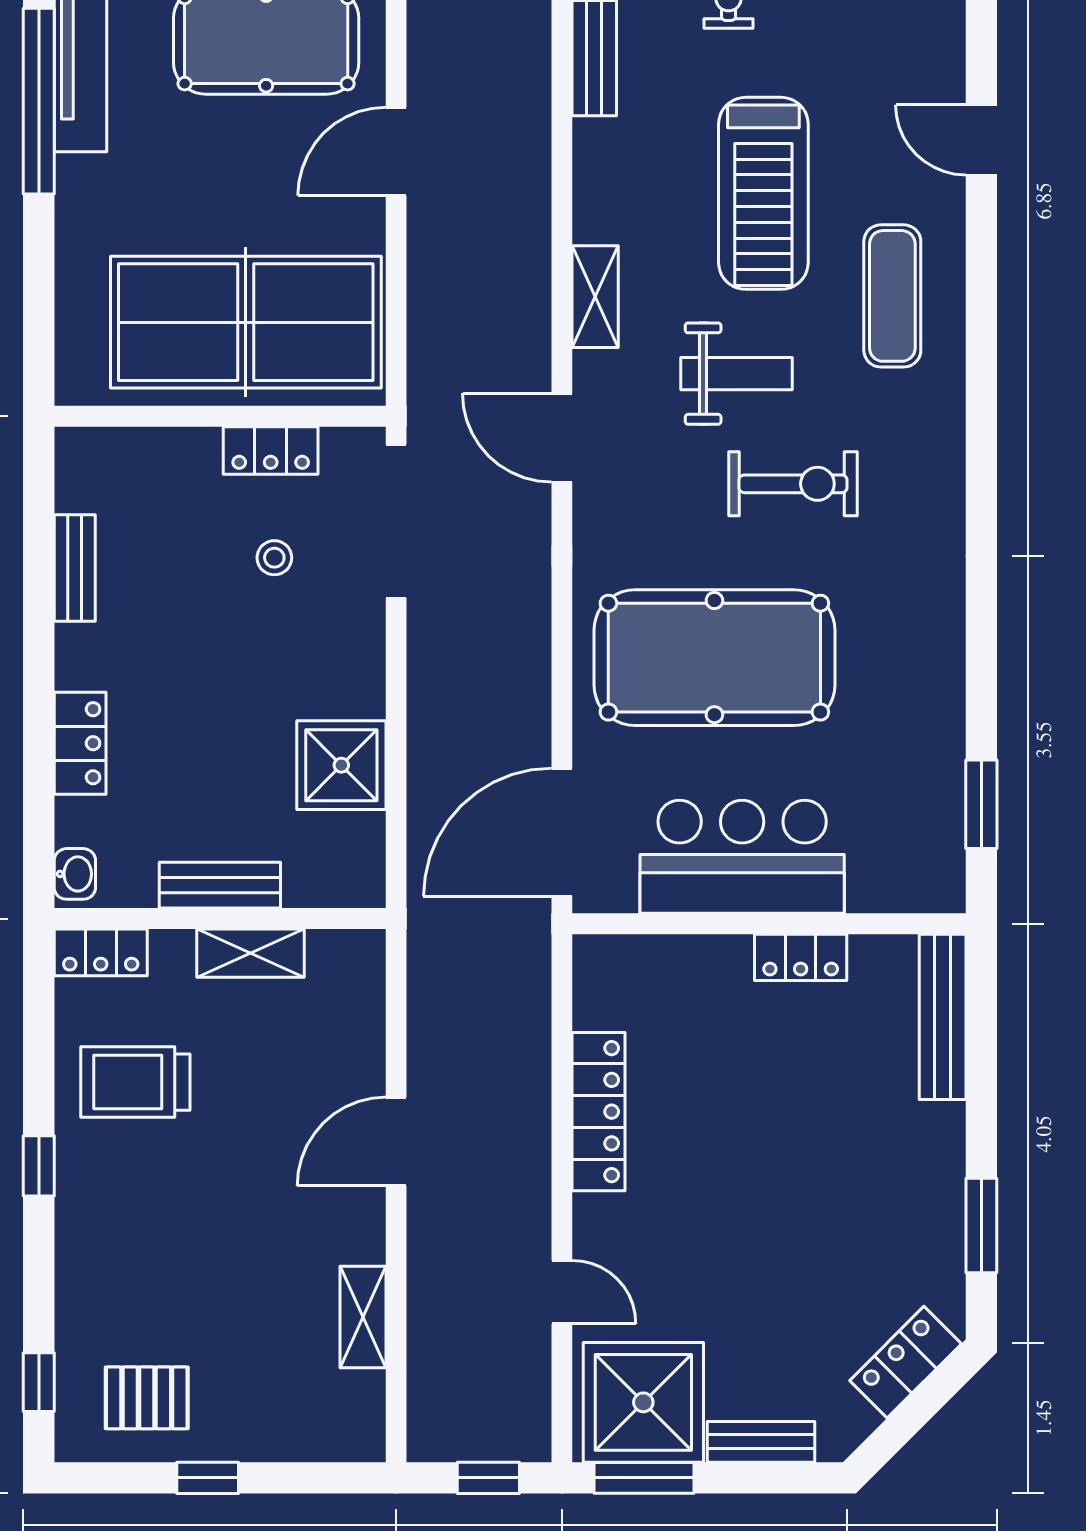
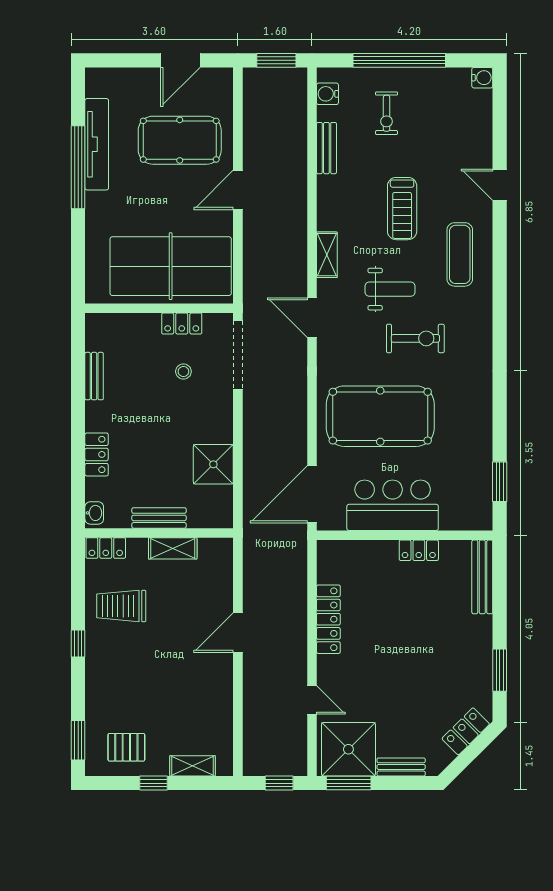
treadmill: (763, 193) -> (402, 209), width x0.73, depth x0.73
shelving: (363, 1317) -> (192, 766), moved, turned 90
window: (39, 1382) -> (78, 740), width x1.50

